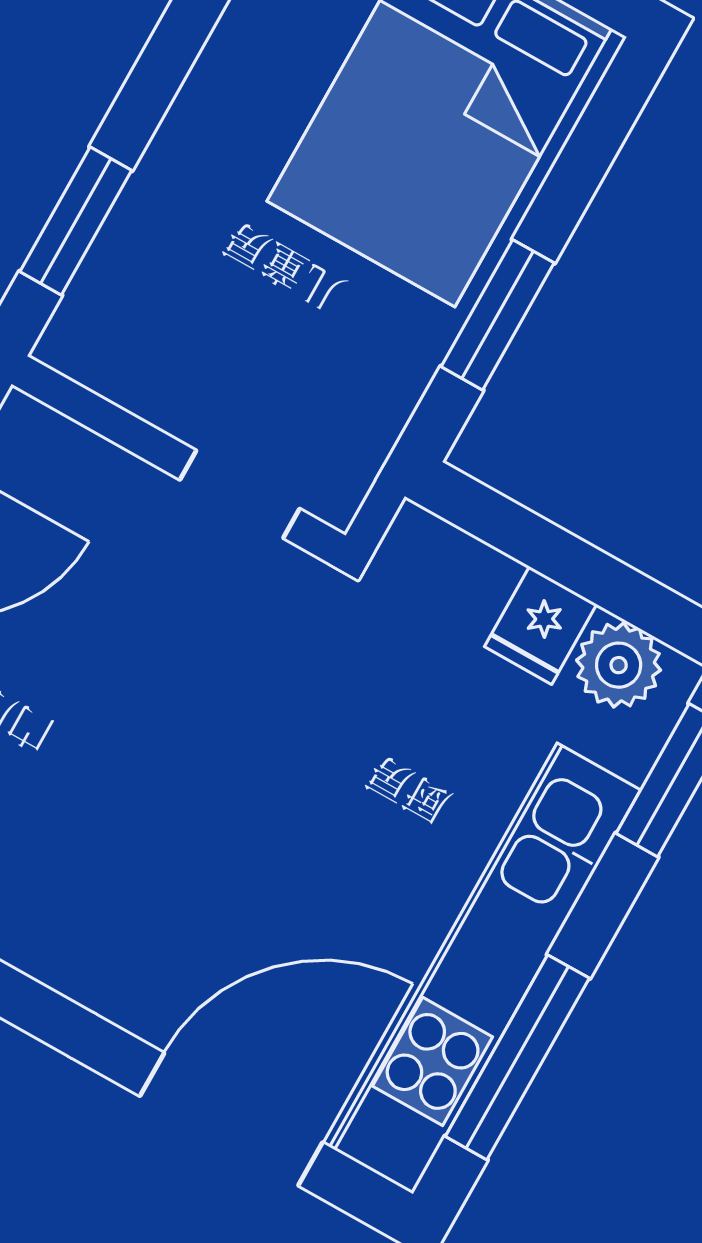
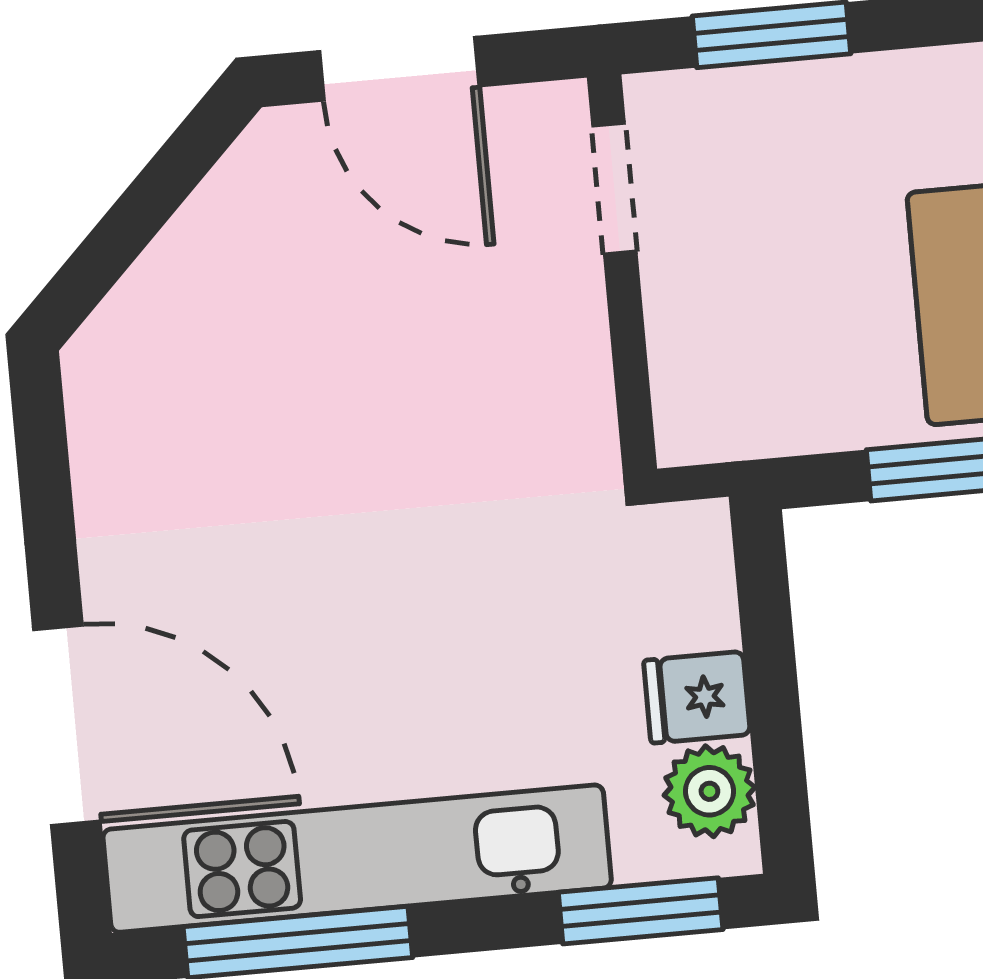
doorway: (240, 494) -> (614, 188), moved

